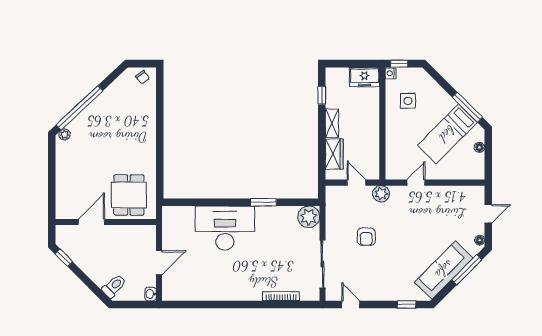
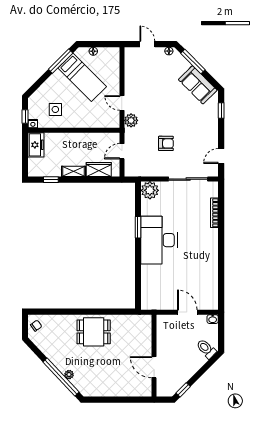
plant: (64, 134) -> (69, 375), moved
plant: (381, 194) -> (131, 120), moved
dining table: (129, 195) -> (94, 332), moved
desk: (225, 228) -> (159, 240), moved
sofa: (444, 270) -> (198, 85), width x0.73

